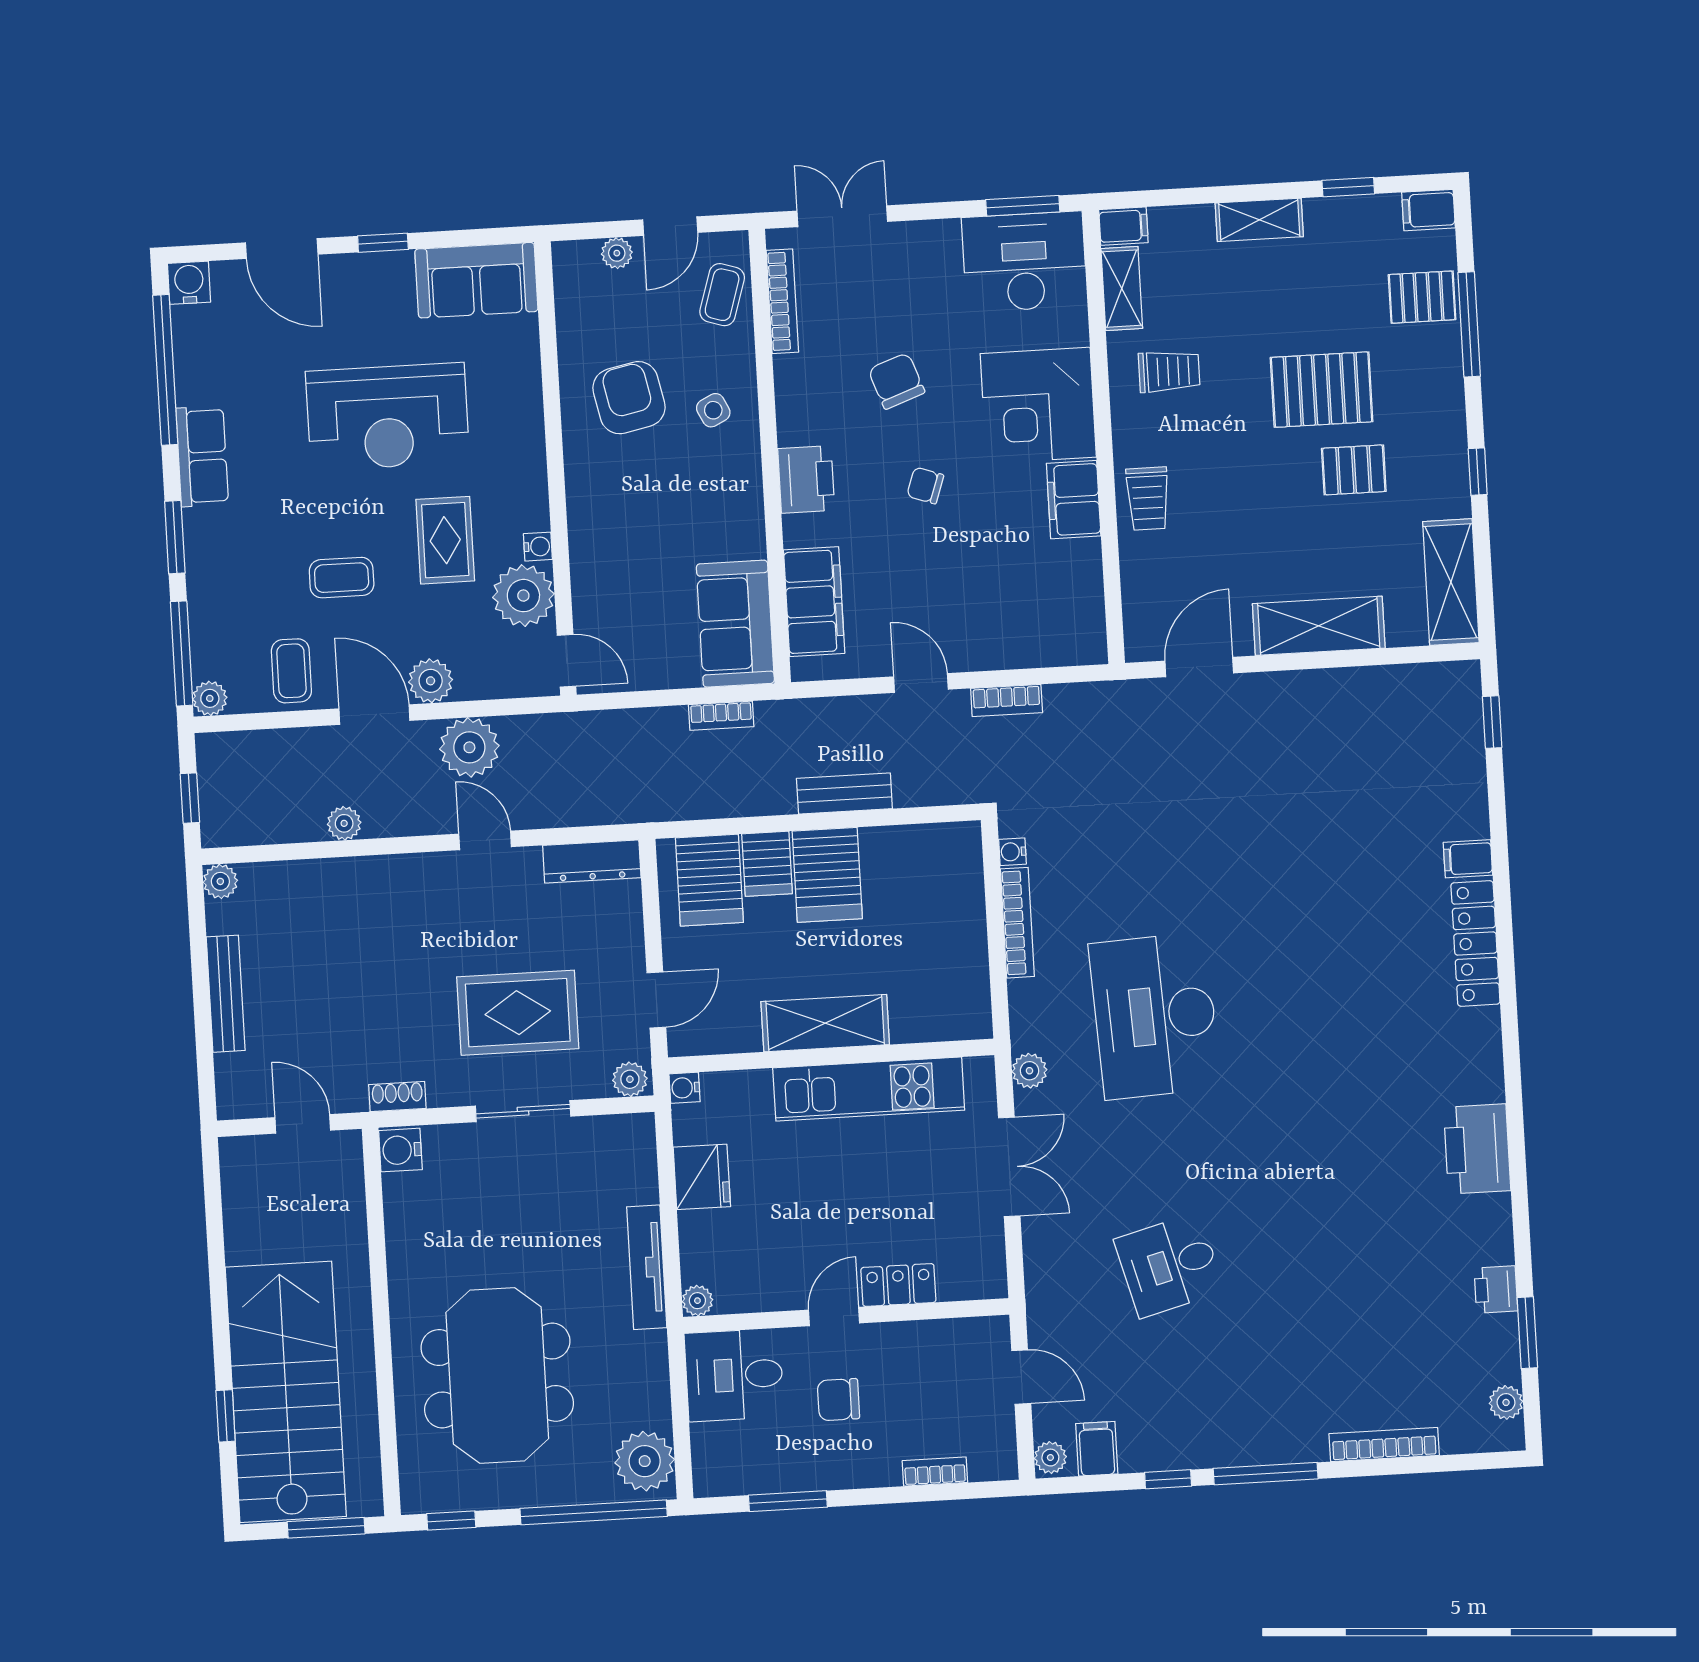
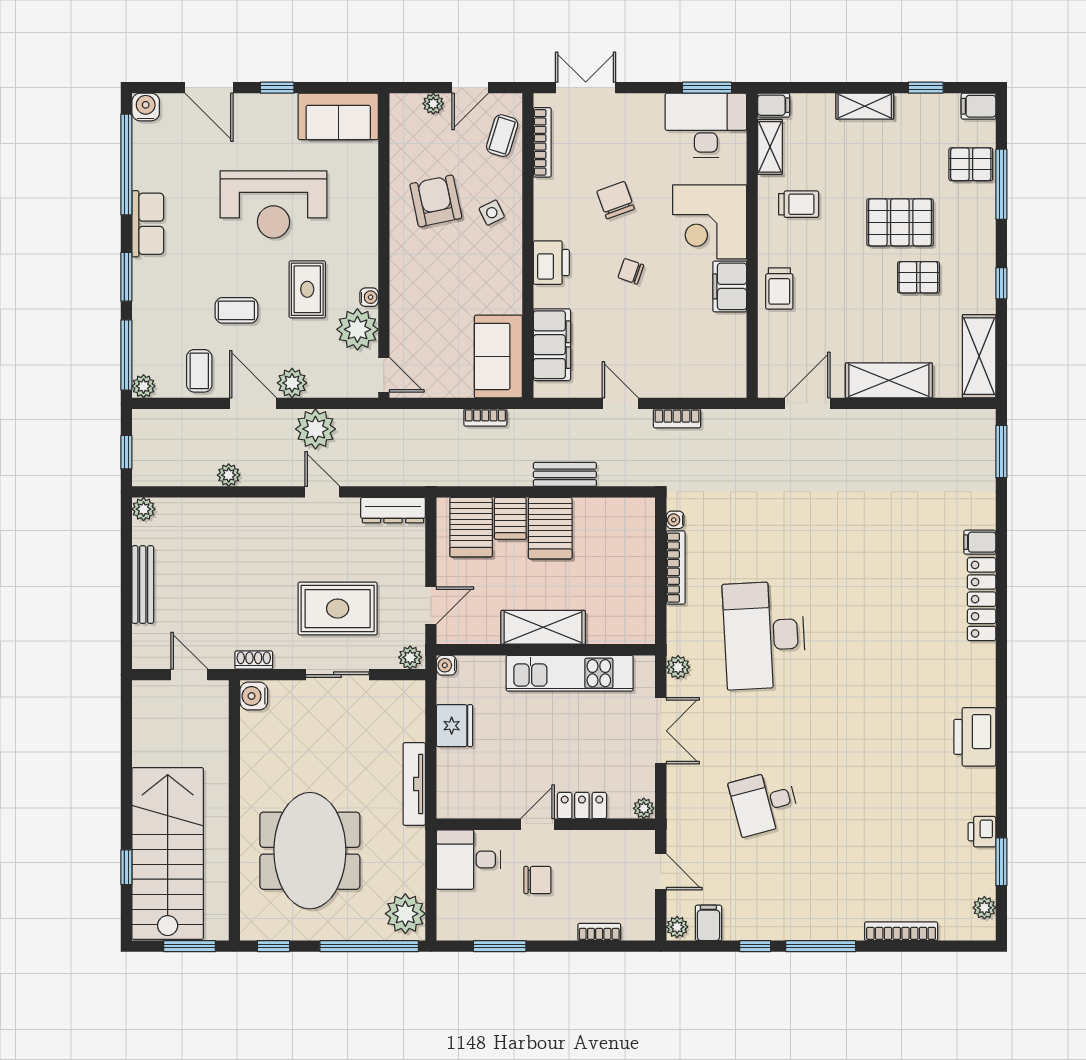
window: (1492, 722) -> (1001, 452), width x1.50
plant: (697, 1301) -> (644, 808), moved
chair: (838, 1400) -> (537, 880), turned 180

